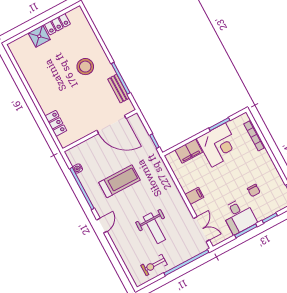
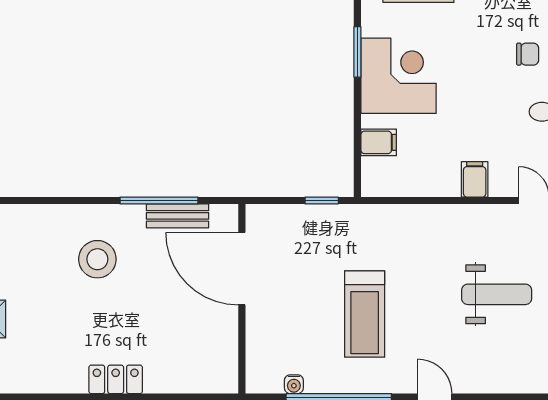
locker: (56, 123) -> (116, 379), moved
door: (112, 124) -> (242, 269), swing flipped
filing cabinet: (189, 151) -> (379, 142), width x0.50
treadmill: (119, 181) -> (365, 314), turned 180

